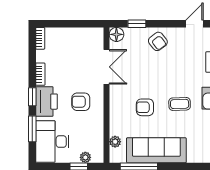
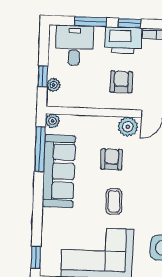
plant: (118, 95) -> (128, 127), added
desk: (52, 142) -> (74, 45), width x0.73
plant: (115, 142) -> (52, 121), moved

